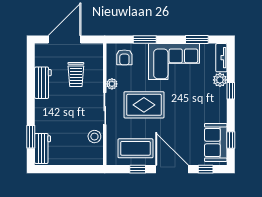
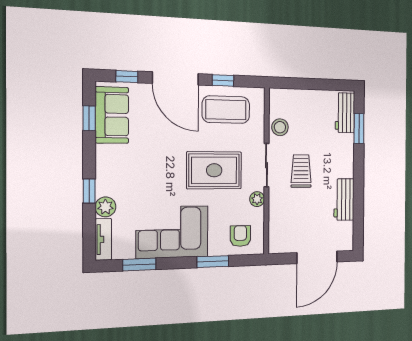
trolley: (76, 75) -> (301, 171), moved

